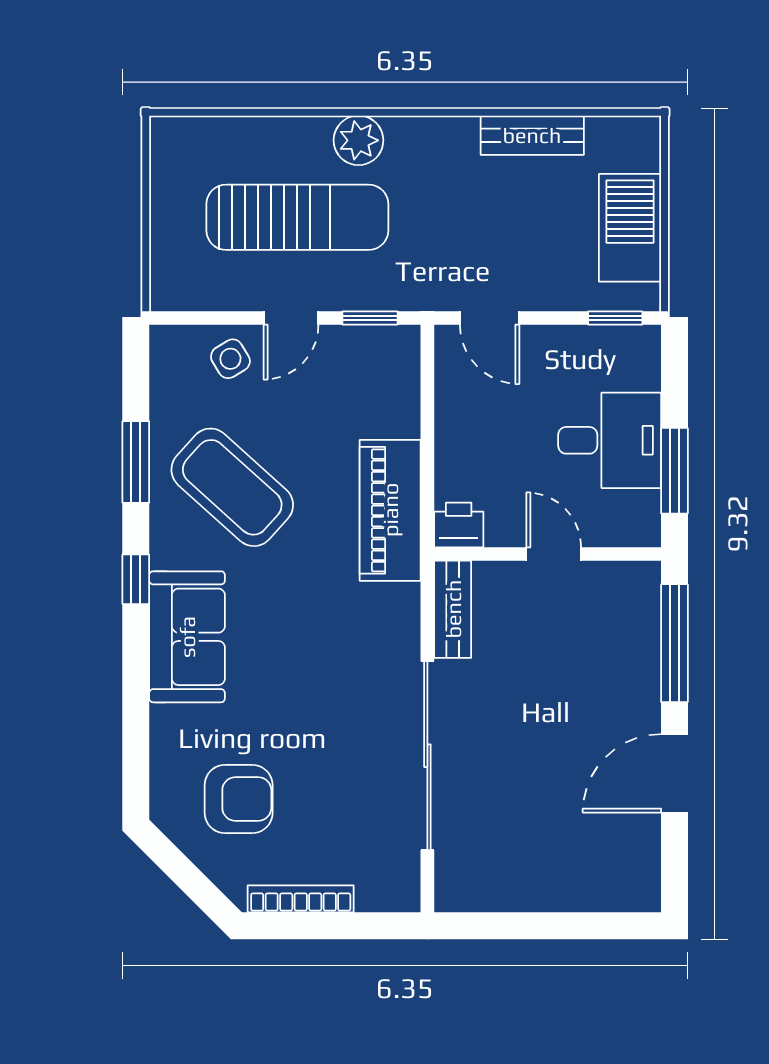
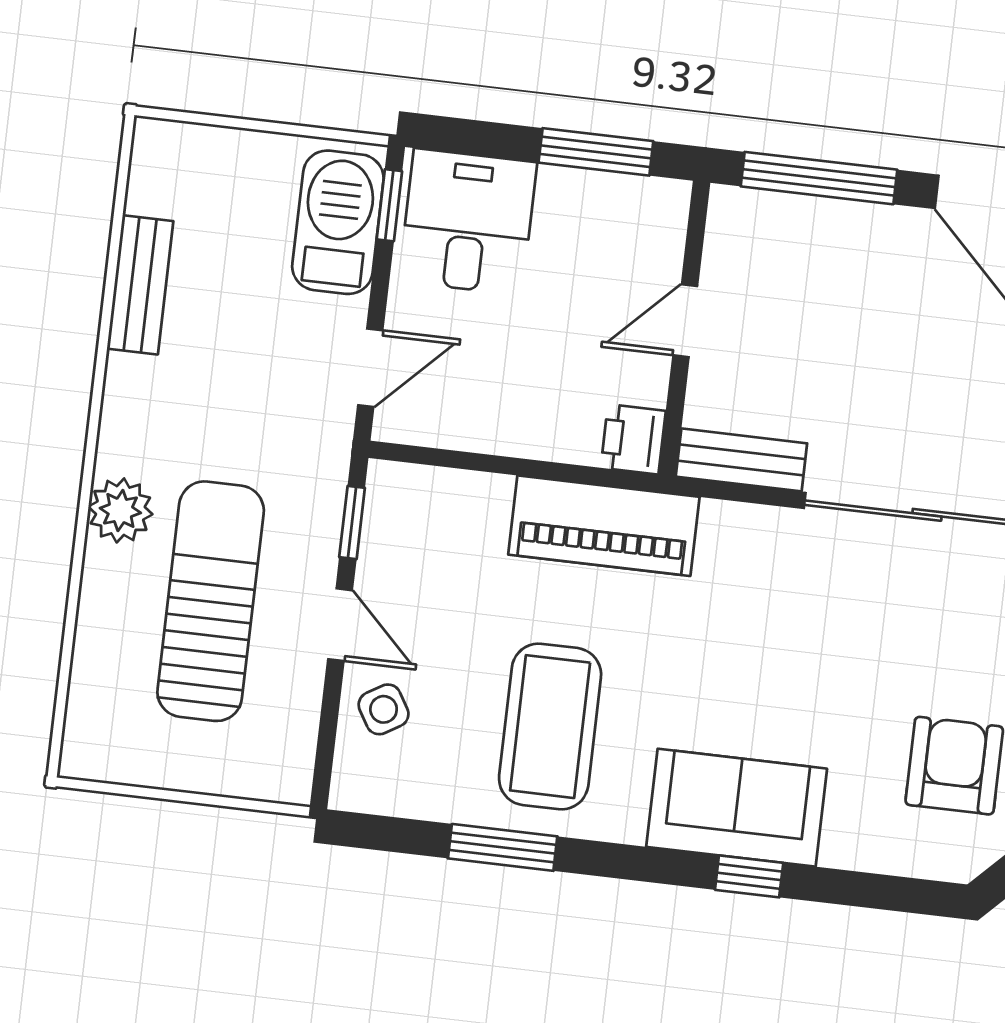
barbecue: (630, 228) -> (338, 222), moved, turned 90
desk: (610, 440) -> (468, 222), moved
coffee table: (232, 487) -> (550, 727), turned -42
window: (136, 579) -> (749, 876), moved

